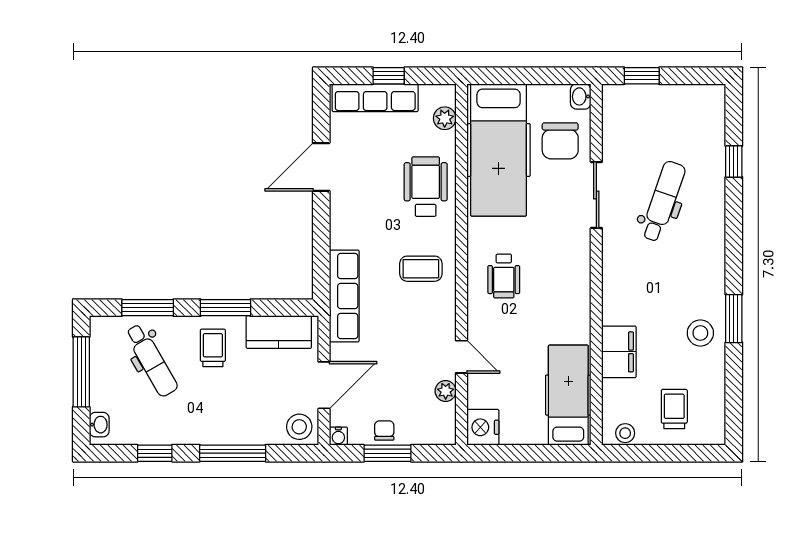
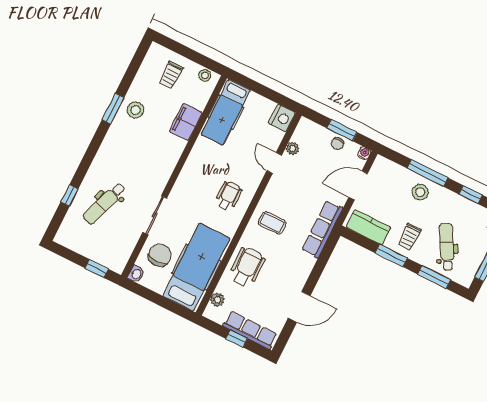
wheelchair: (426, 187) -> (247, 267), turned 180
dental chair: (663, 201) -> (104, 203), moved
stool: (299, 427) -> (420, 192), moved

